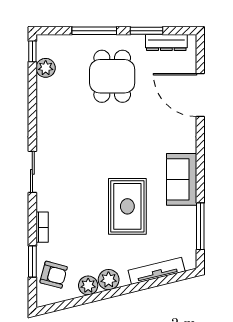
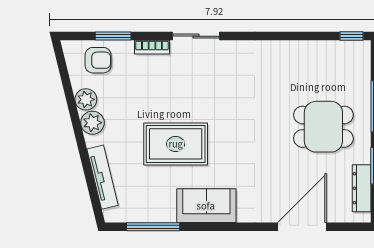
plant: (46, 68) -> (333, 51), removed
sliding door: (32, 172) -> (196, 36), moved
armchair: (54, 275) -> (98, 60), turned -105

